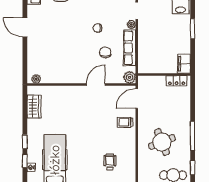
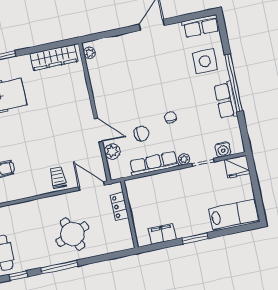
filing cabinet: (184, 64) -> (162, 234), moved
plant: (130, 77) -> (112, 152), moved
locker: (177, 81) -> (119, 206), moved
wardrobe: (34, 107) -> (54, 57), width x1.50
round table: (162, 142) -> (73, 234), moved

